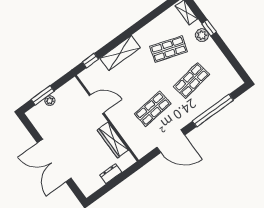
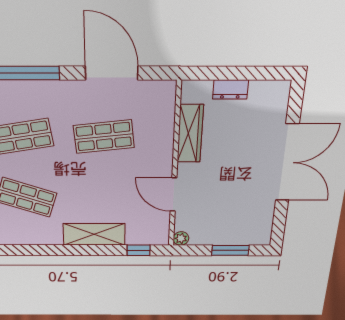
plant: (50, 101) -> (181, 238), moved

